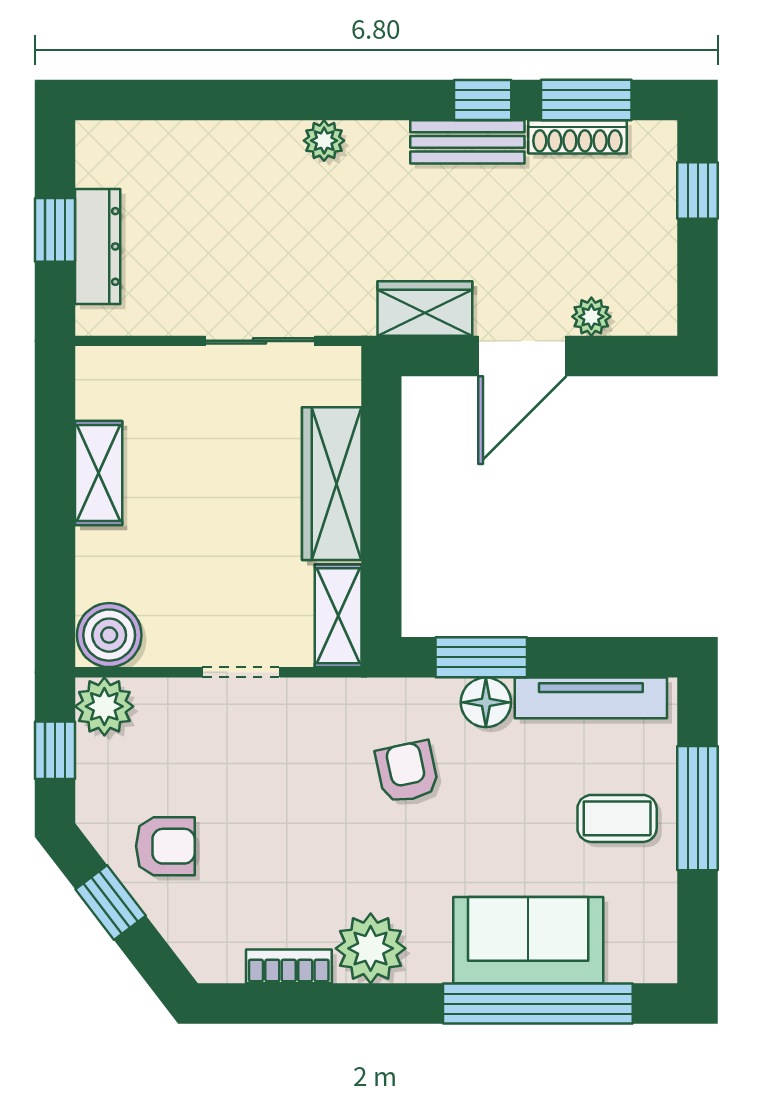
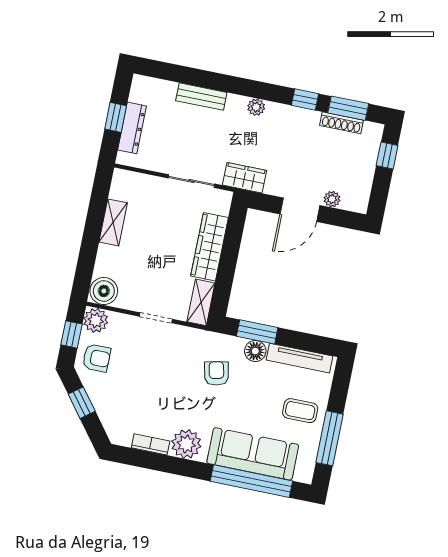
plant: (324, 141) -> (256, 107), moved
bench: (467, 142) -> (201, 97), moved
wardrobe: (425, 309) -> (244, 178), moved
window: (698, 808) -> (329, 438), moved
armchair: (165, 846) -> (97, 358), moved
sofa: (528, 940) -> (253, 454), width x1.36

